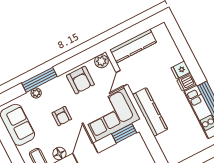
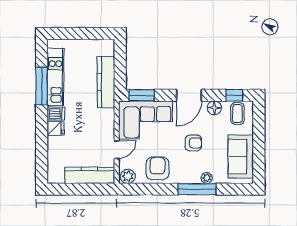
kitchen counter: (150, 112) -> (106, 82), moved
armchair: (62, 116) -> (193, 143), turned 90

